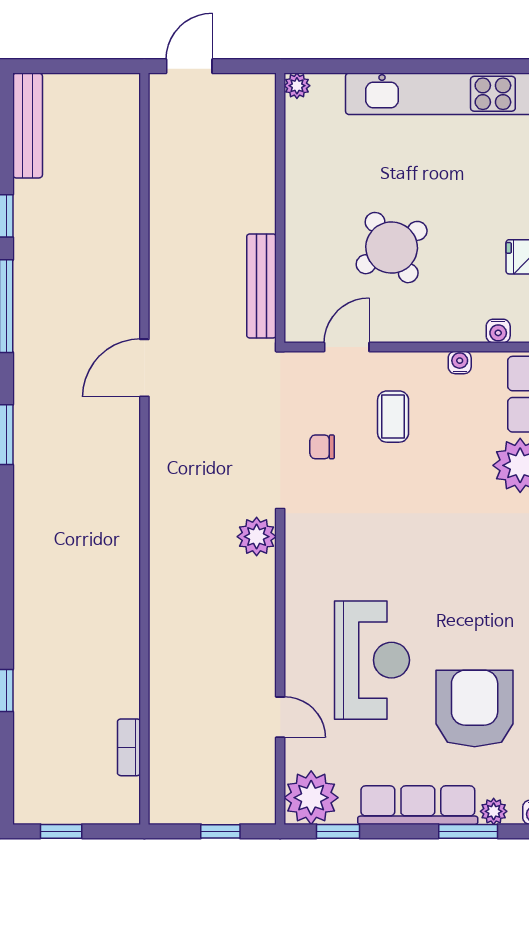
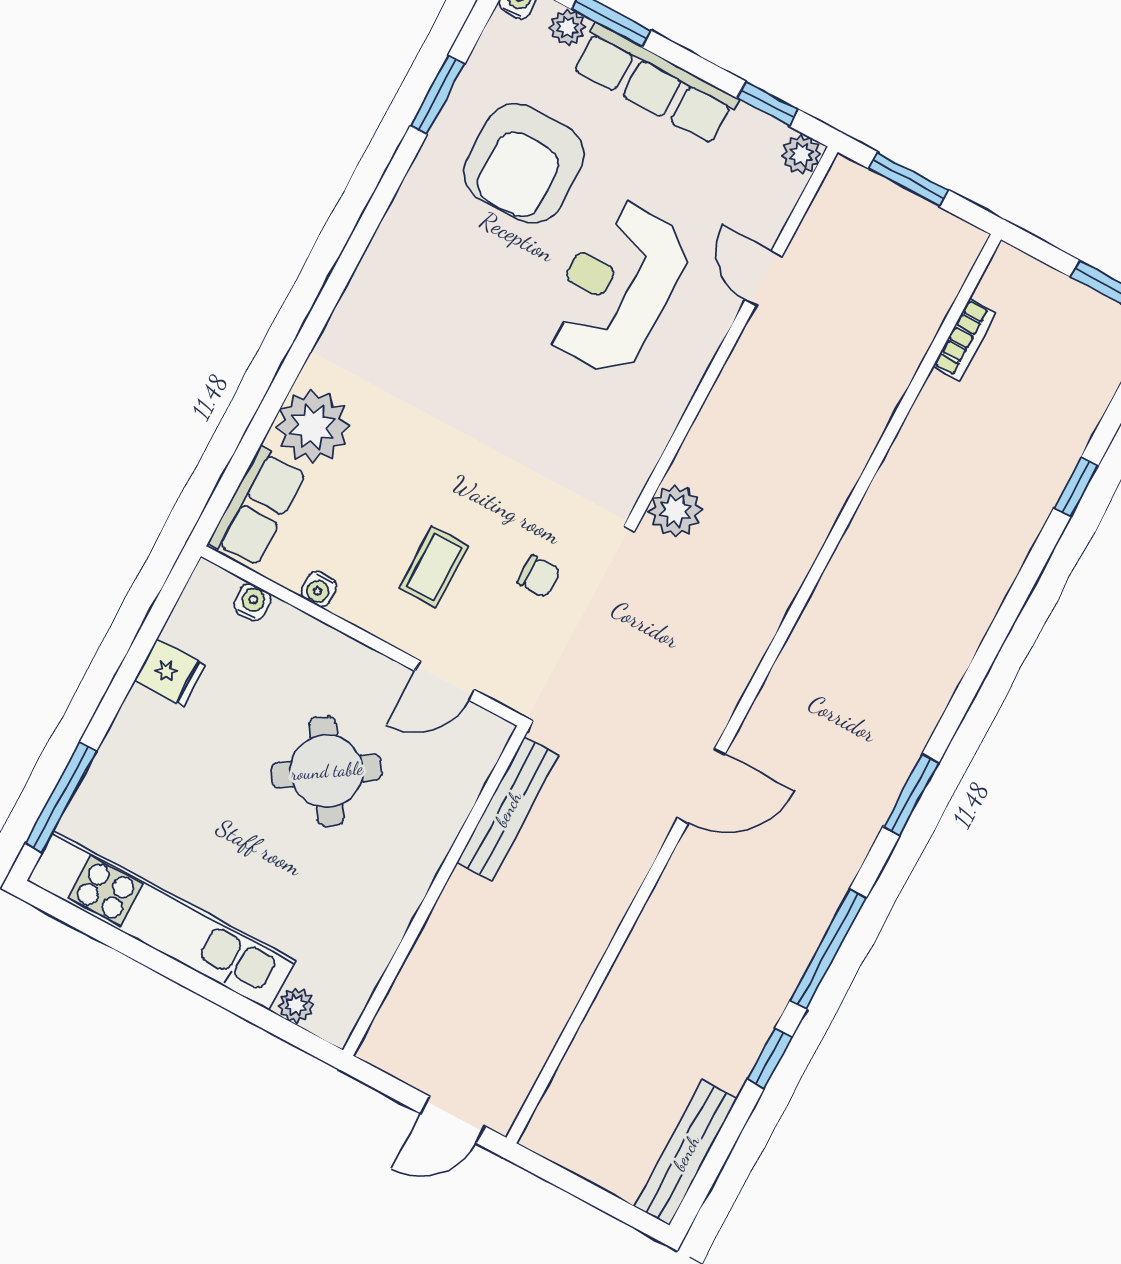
plant: (297, 86) -> (296, 1005), moved
plant: (311, 798) -> (801, 155), width x0.53, depth x0.53
window: (220, 831) -> (909, 179), width x1.50

